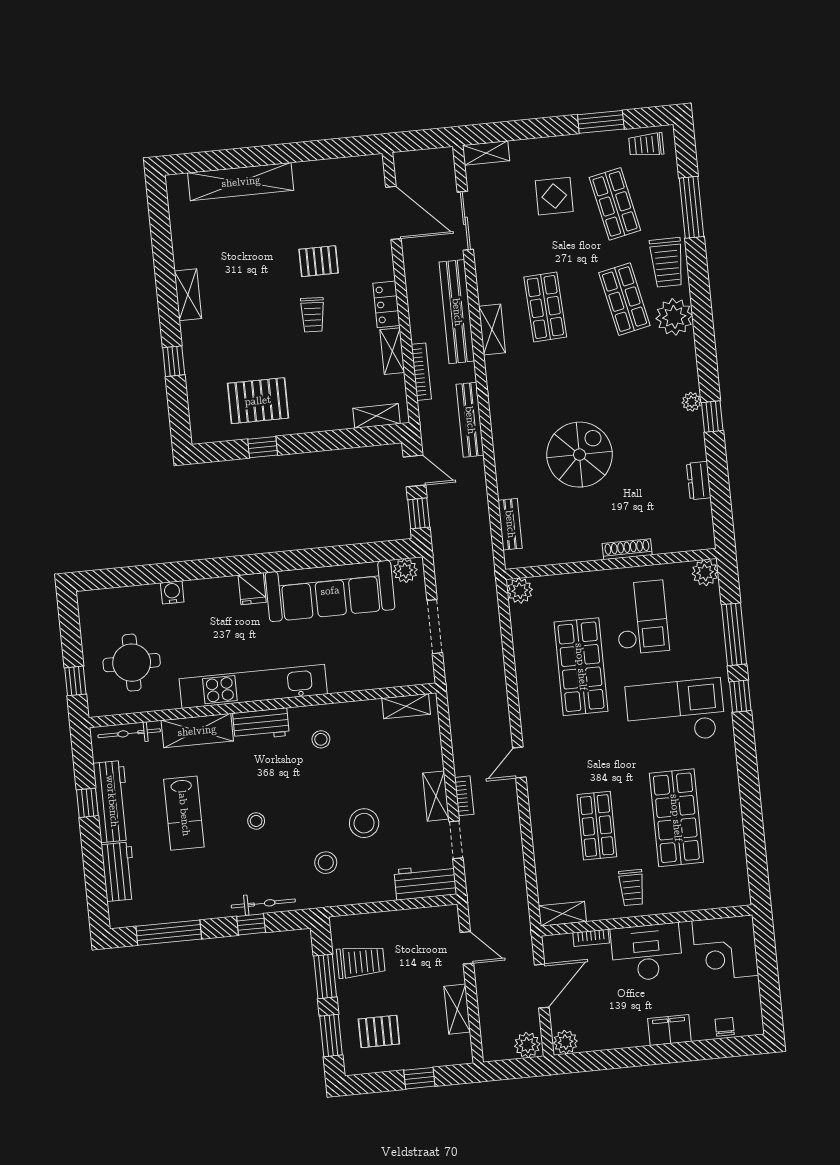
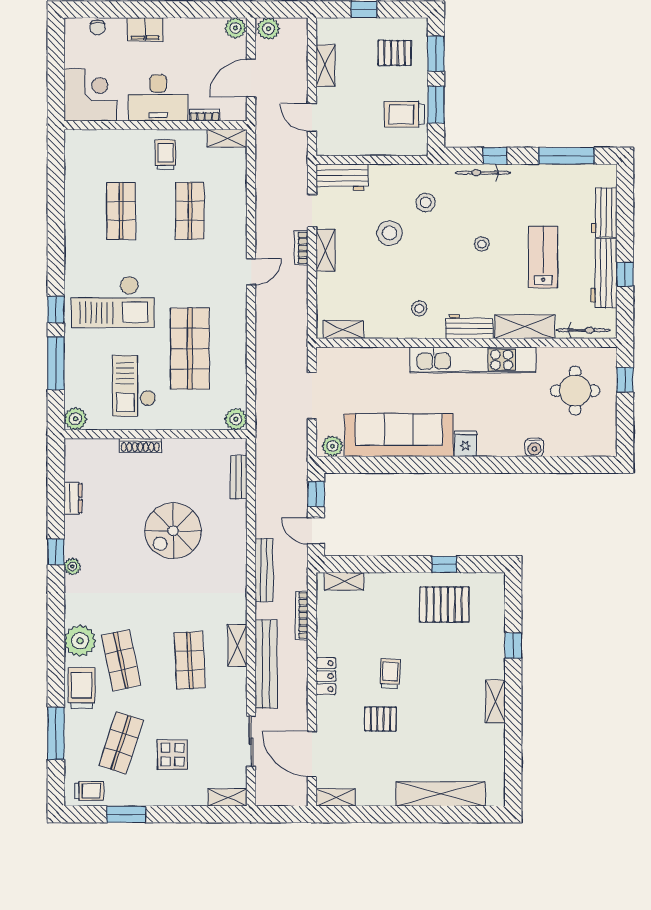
shop shelf: (615, 204) -> (121, 743), turned 30
shelving: (392, 351) -> (336, 797), moved, turned 90
shop shelf: (676, 818) -> (121, 211), width x0.70, depth x0.74

